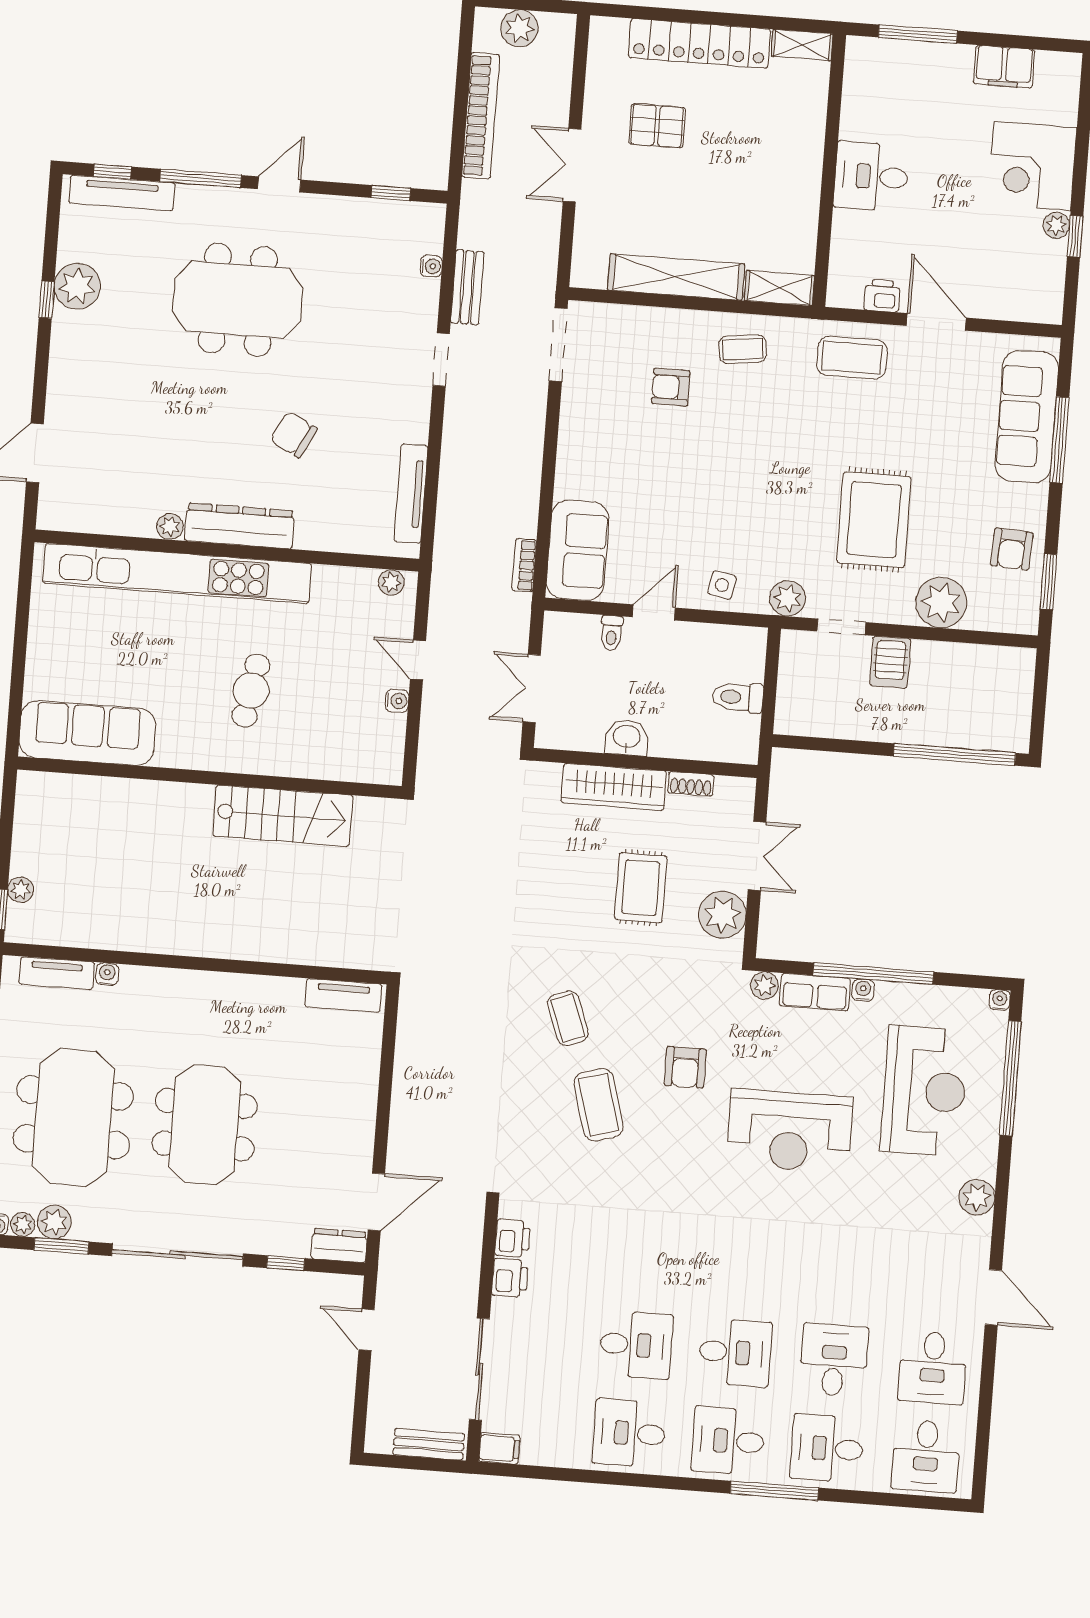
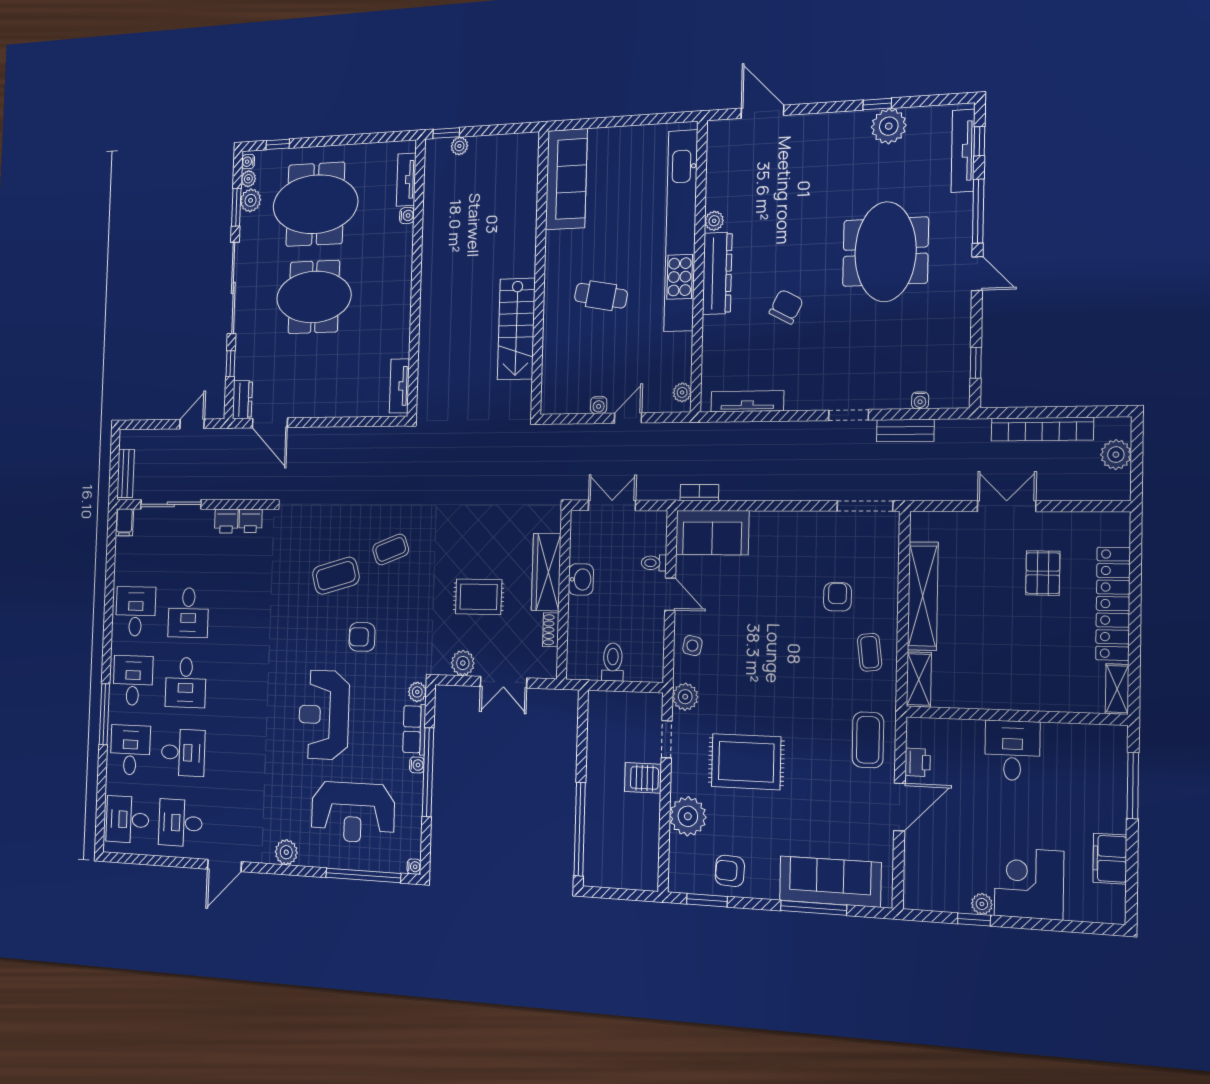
plant: (722, 915) -> (463, 663), width x0.73, depth x0.73

